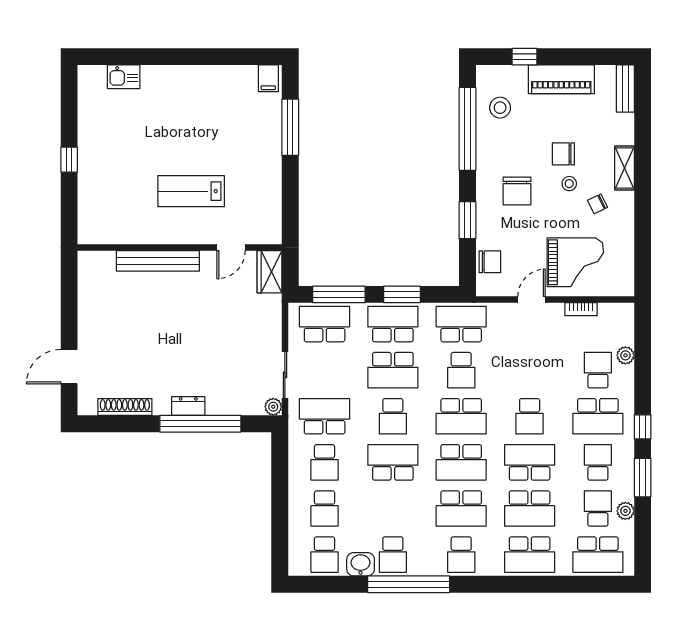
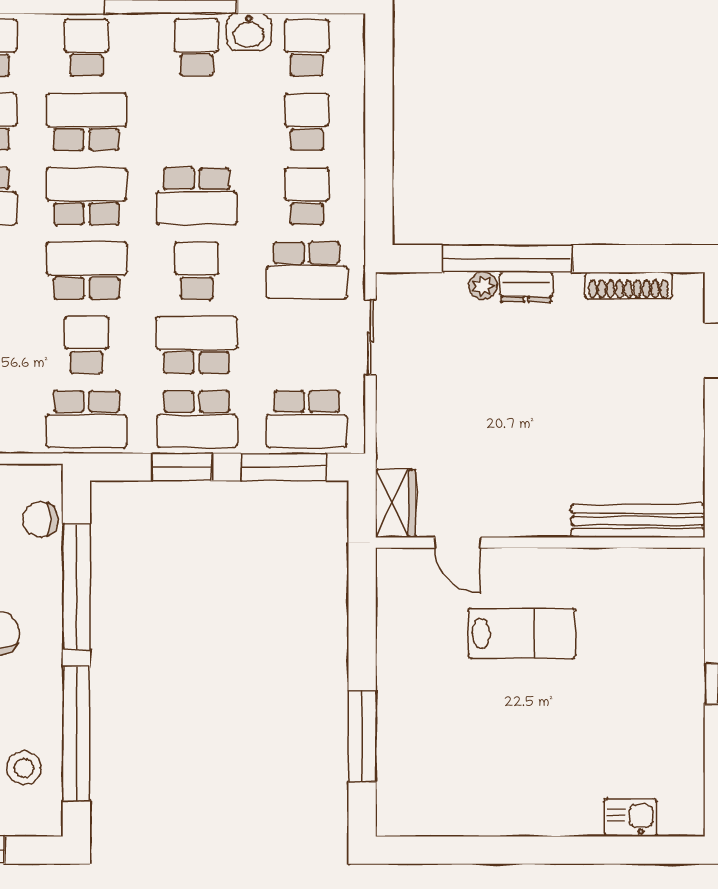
filing cabinet: (268, 78) -> (397, 815), removed
window: (467, 220) -> (76, 587), width x2.11
door: (231, 247) -> (457, 543), swing flipped
bench: (158, 261) -> (638, 521), moved
plant: (273, 407) -> (483, 286), moved

